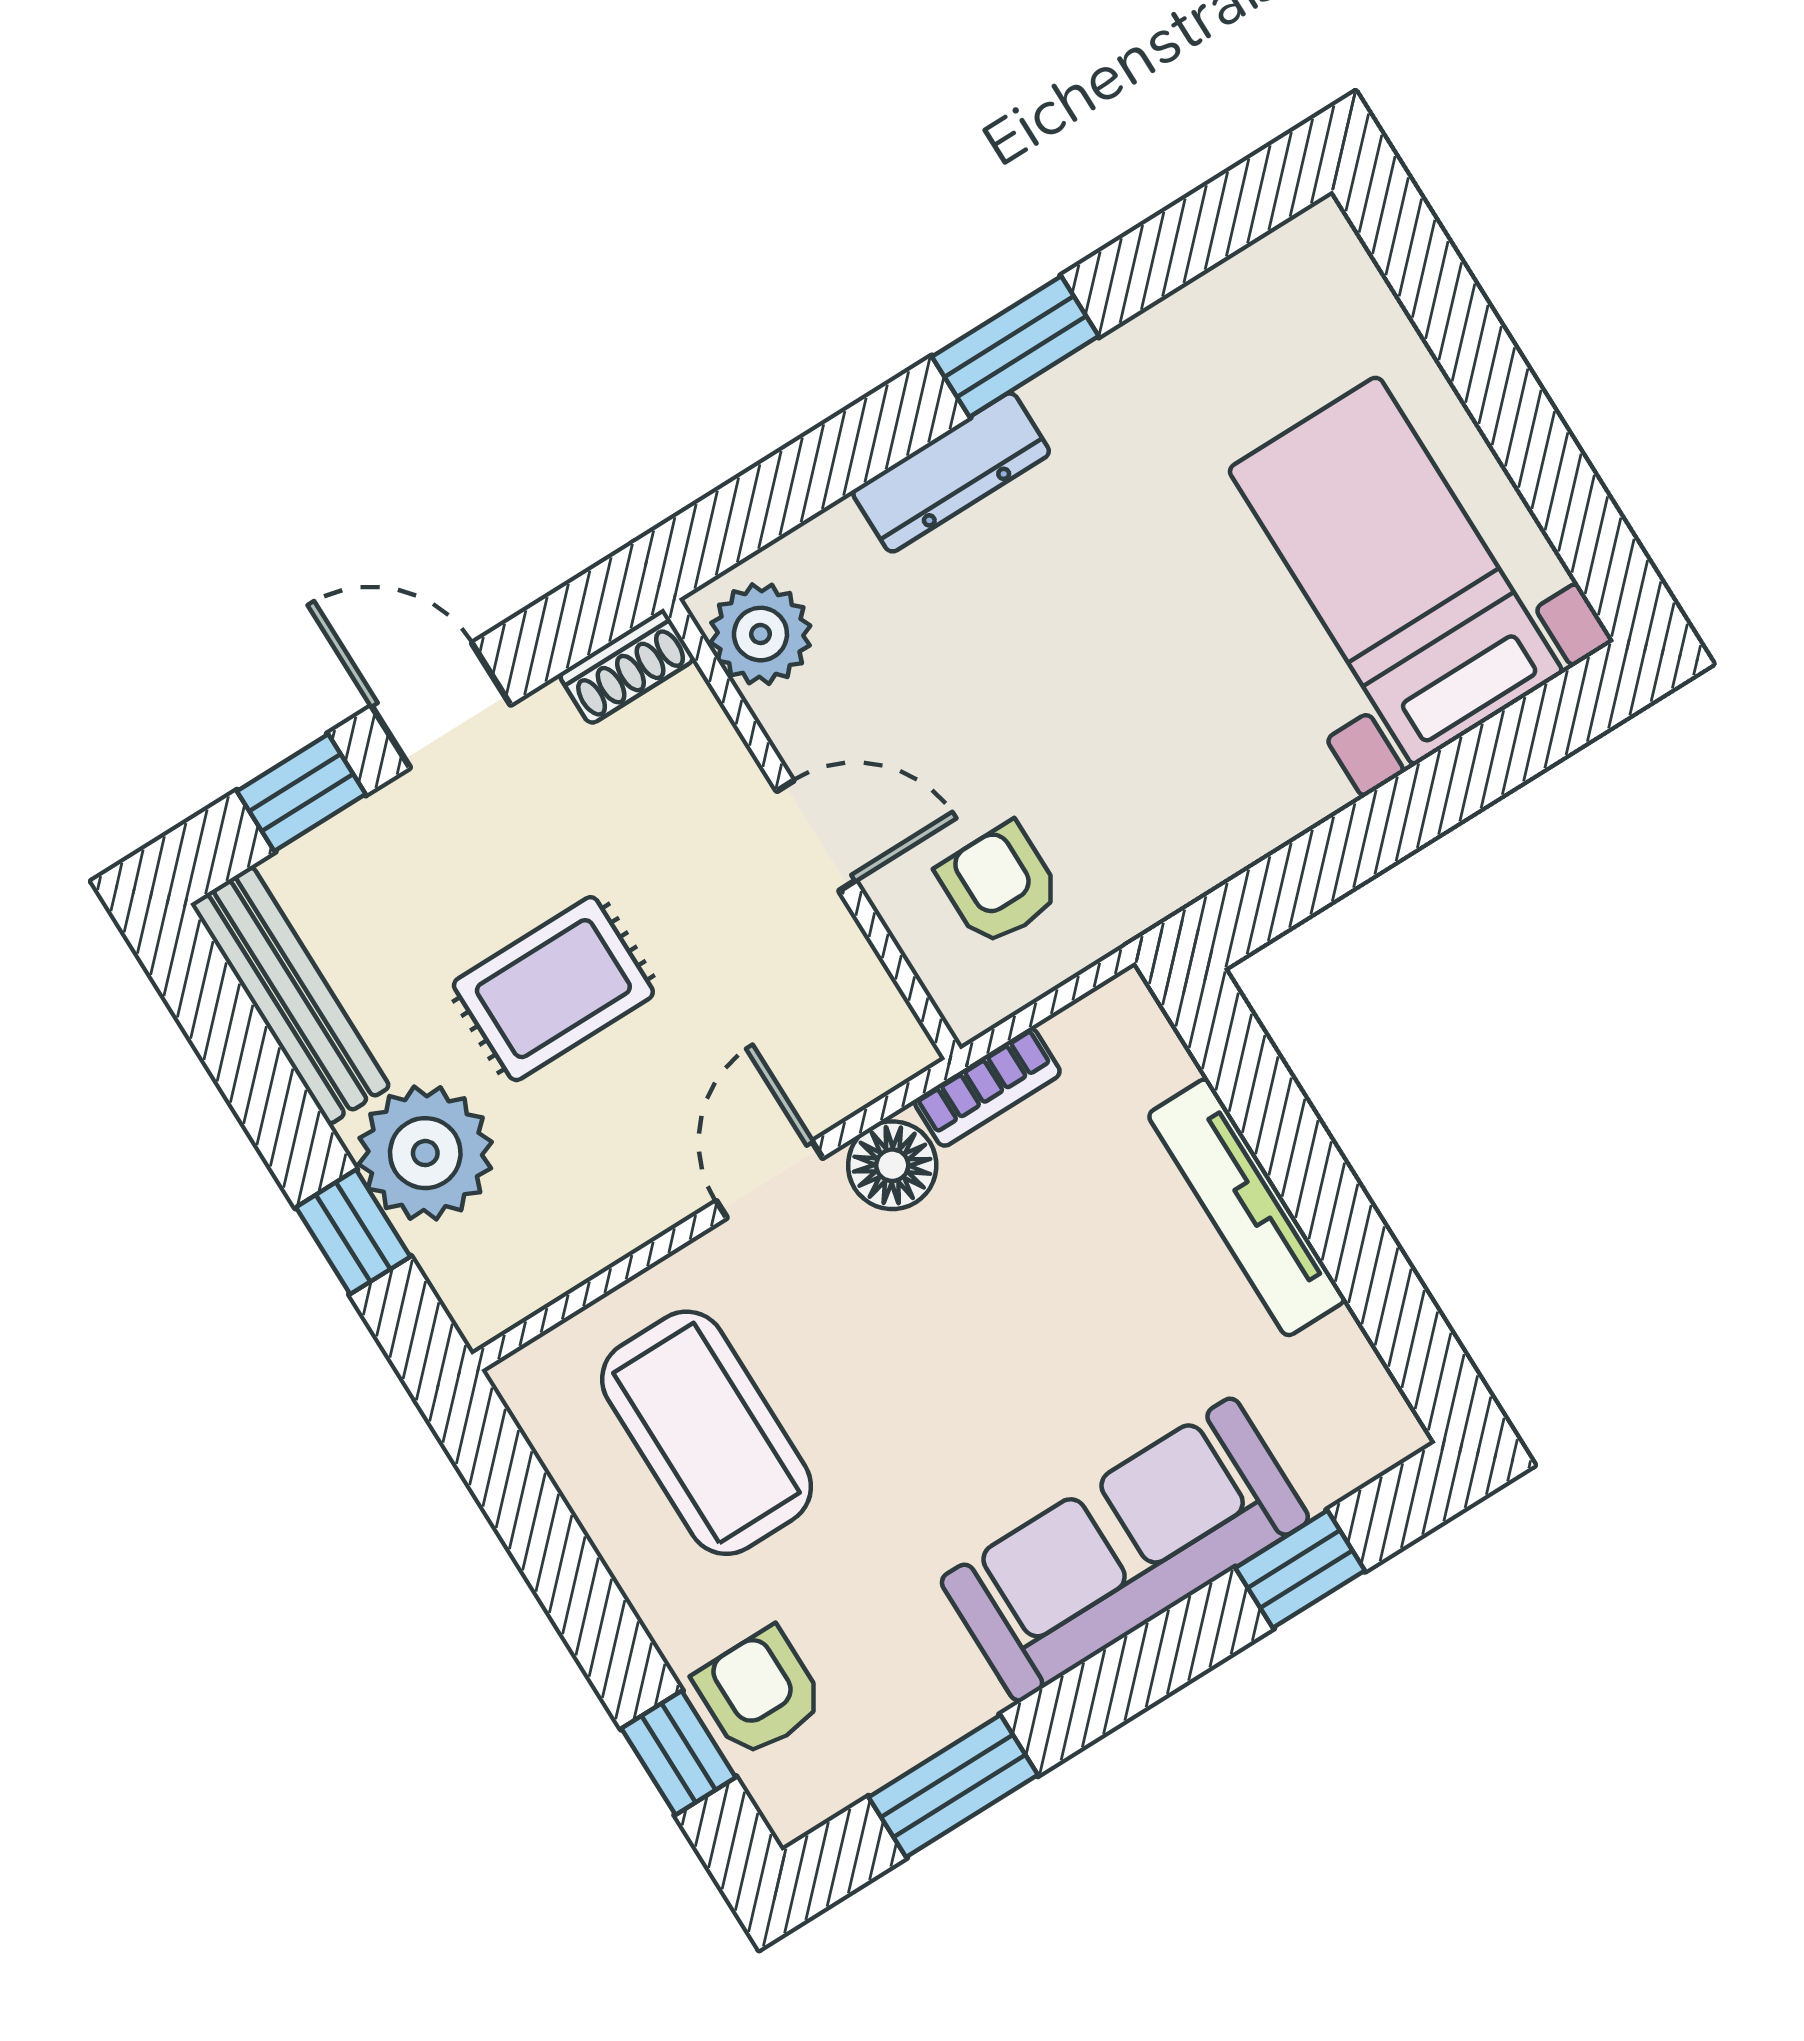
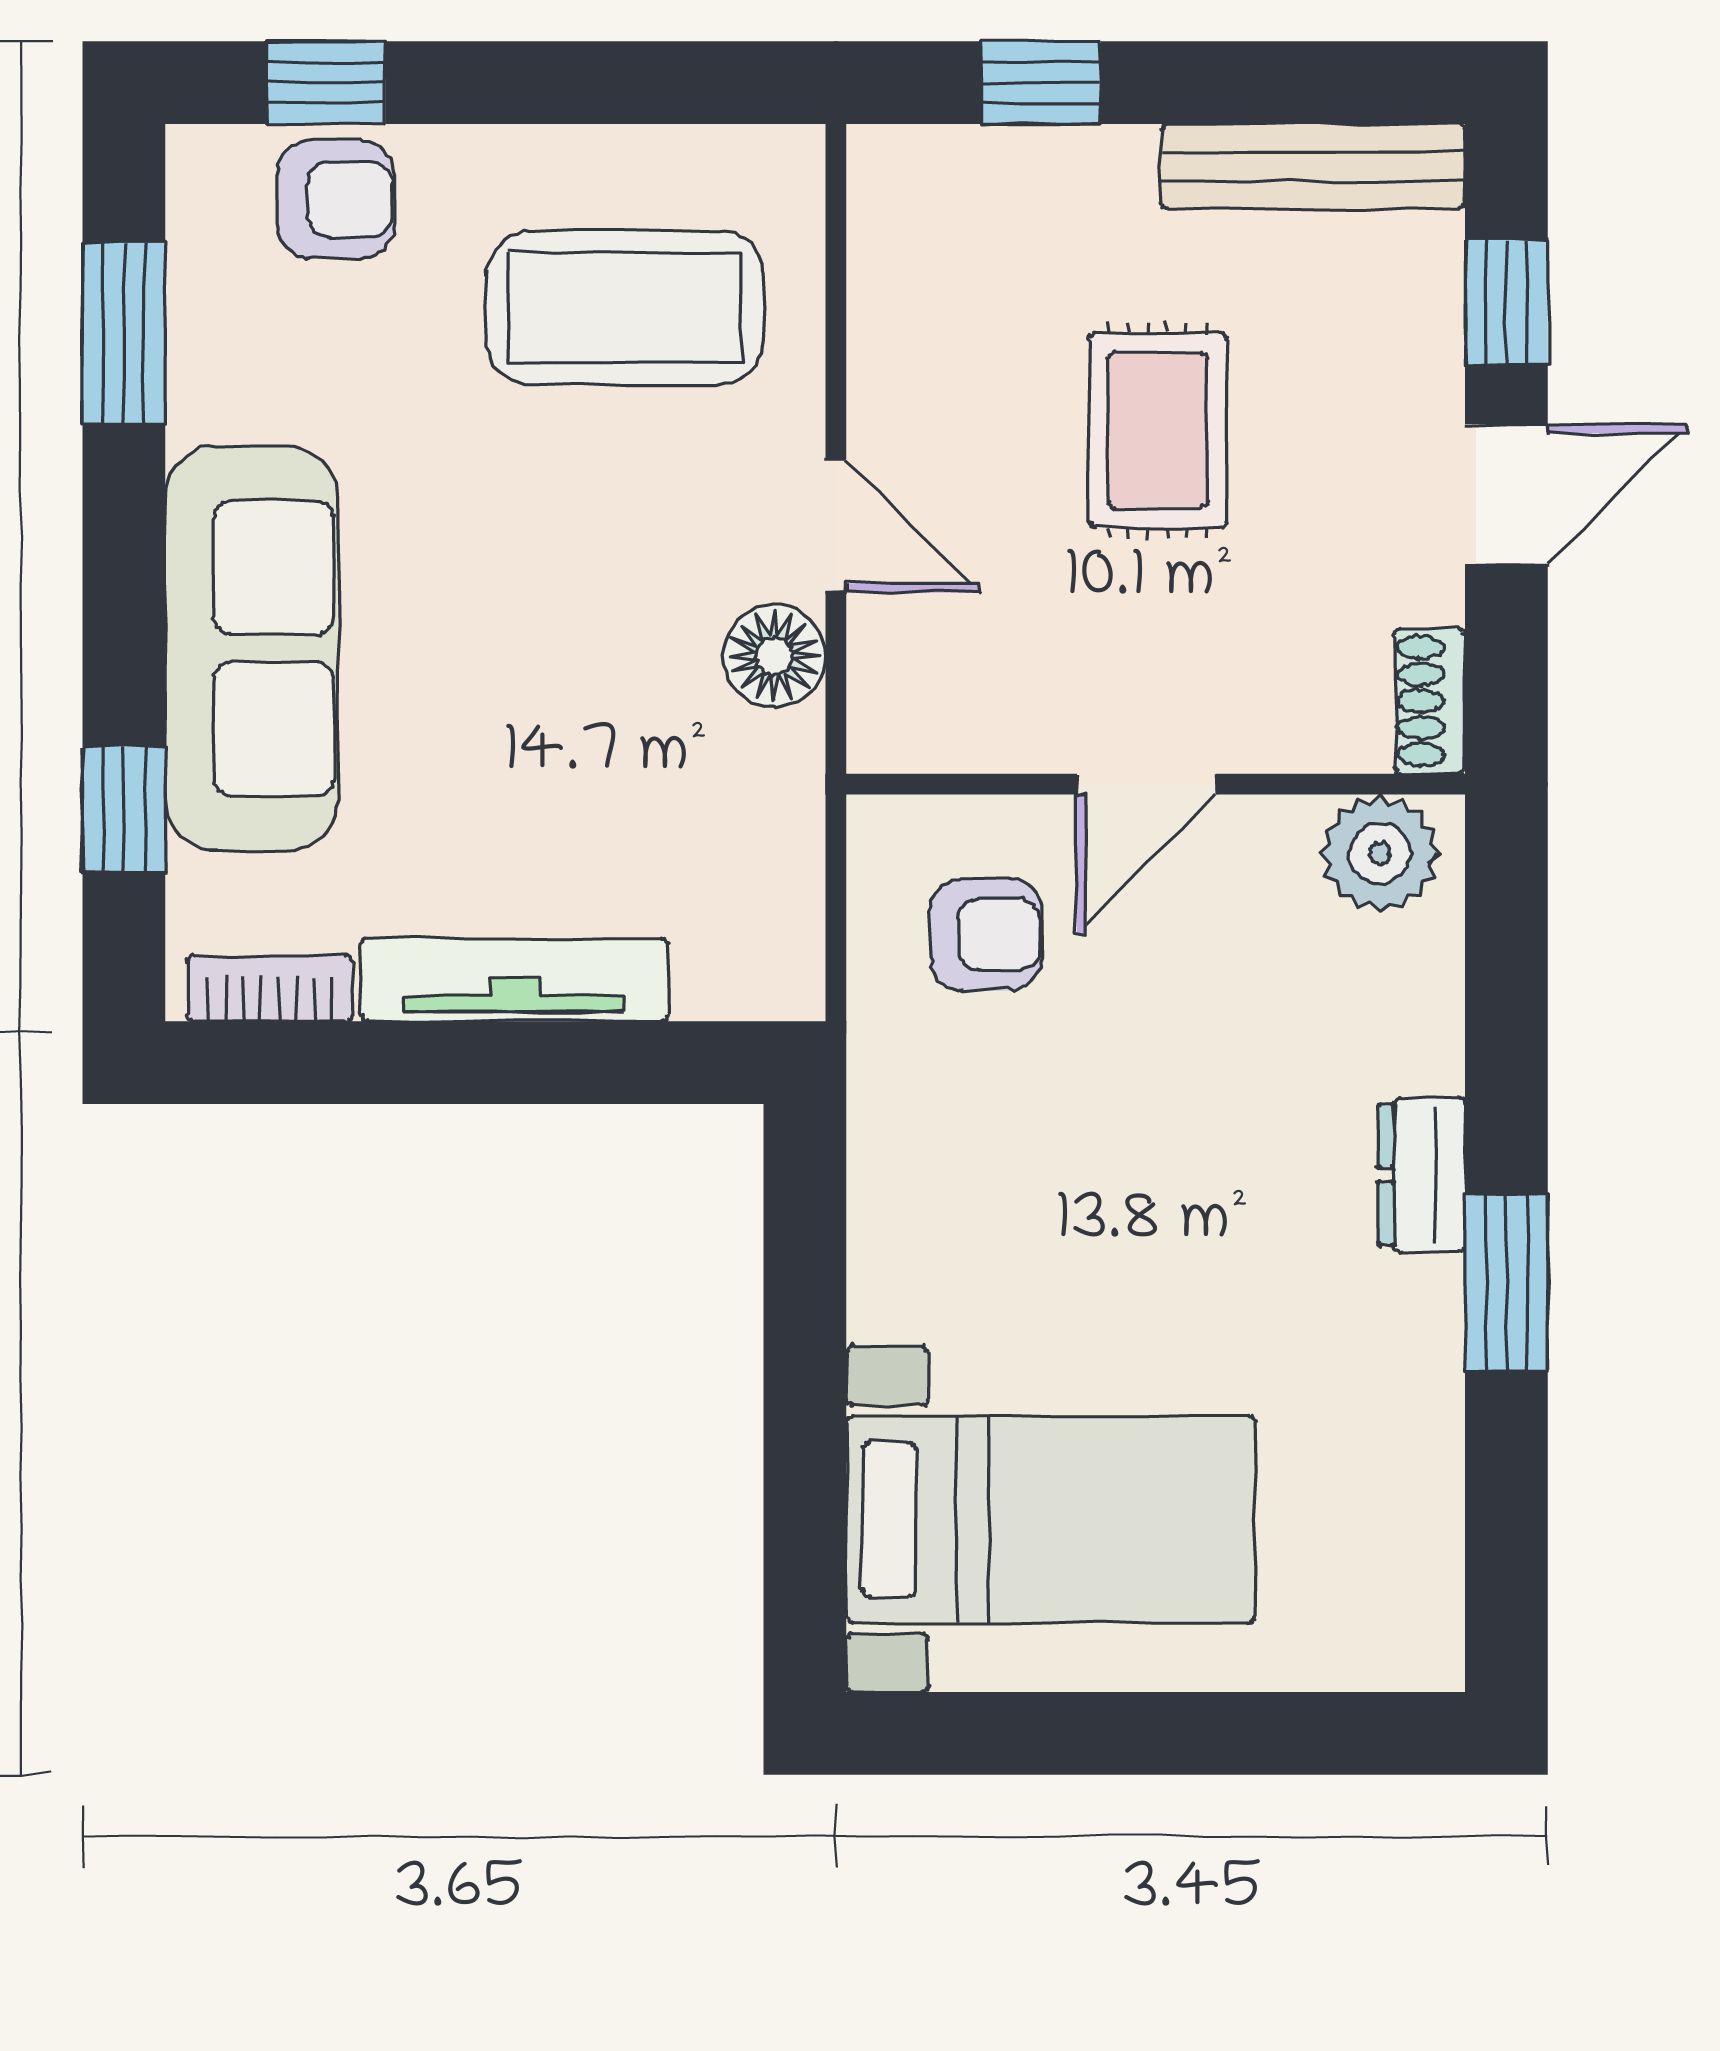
dresser: (951, 472) -> (1422, 1175), width x0.70
bookcase: (987, 1087) -> (270, 988), moved, turned 90
plant: (425, 1153) -> (1074, 202), removed

